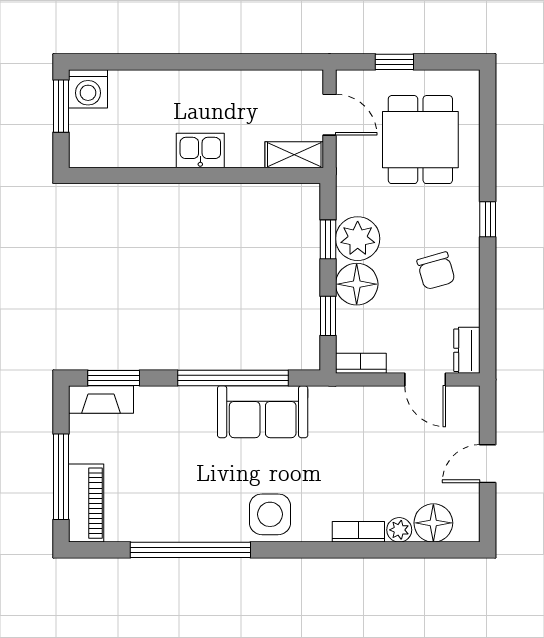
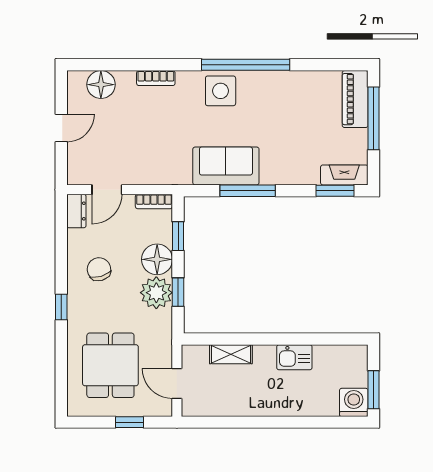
kitchen sink: (200, 150) -> (294, 357), moved
shelving: (294, 155) -> (231, 354), moved
window: (233, 378) -> (248, 191), width x0.68
door: (425, 380) -> (107, 190), swing flipped
plant: (399, 530) -> (126, 80), removed
window: (190, 550) -> (246, 65), moved

